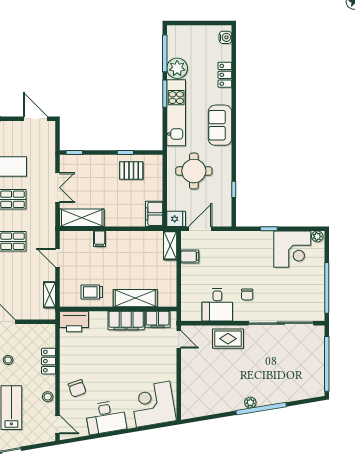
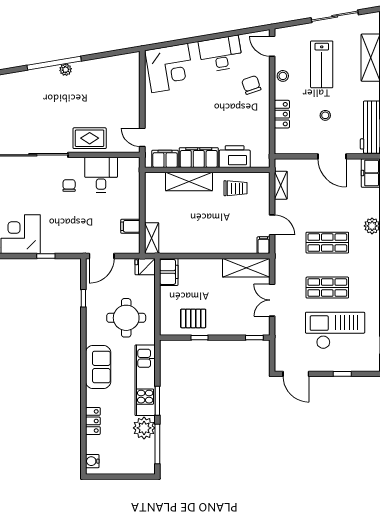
door: (200, 229) -> (102, 256), moved
filing cabinet: (100, 239) -> (264, 245), moved
printer: (74, 321) -> (235, 157), moved

